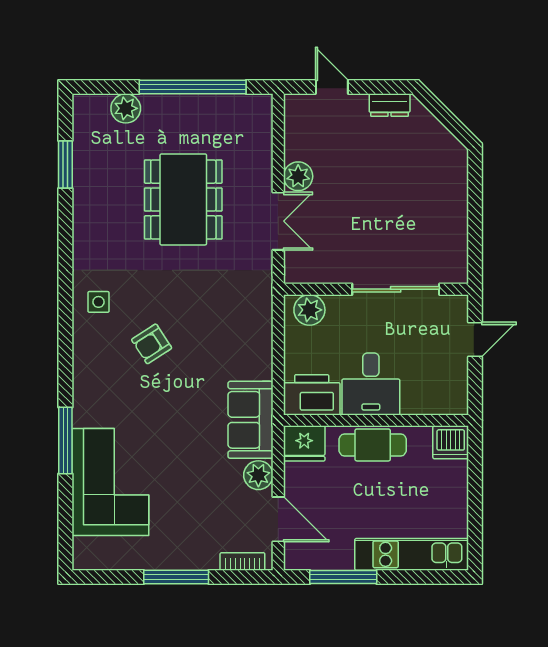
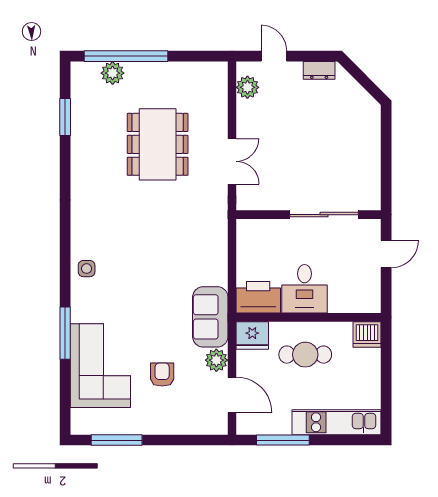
window: (193, 87) -> (126, 56), moved
plant: (298, 176) -> (247, 87), moved
side table: (99, 302) -> (87, 269), moved
plant: (309, 310) -> (256, 231), removed
armchair: (152, 344) -> (162, 375), moved, turned 123
cafe table: (373, 445) -> (305, 355), moved
bookcase: (242, 561) -> (204, 428), removed
window: (176, 577) -> (117, 440), moved

